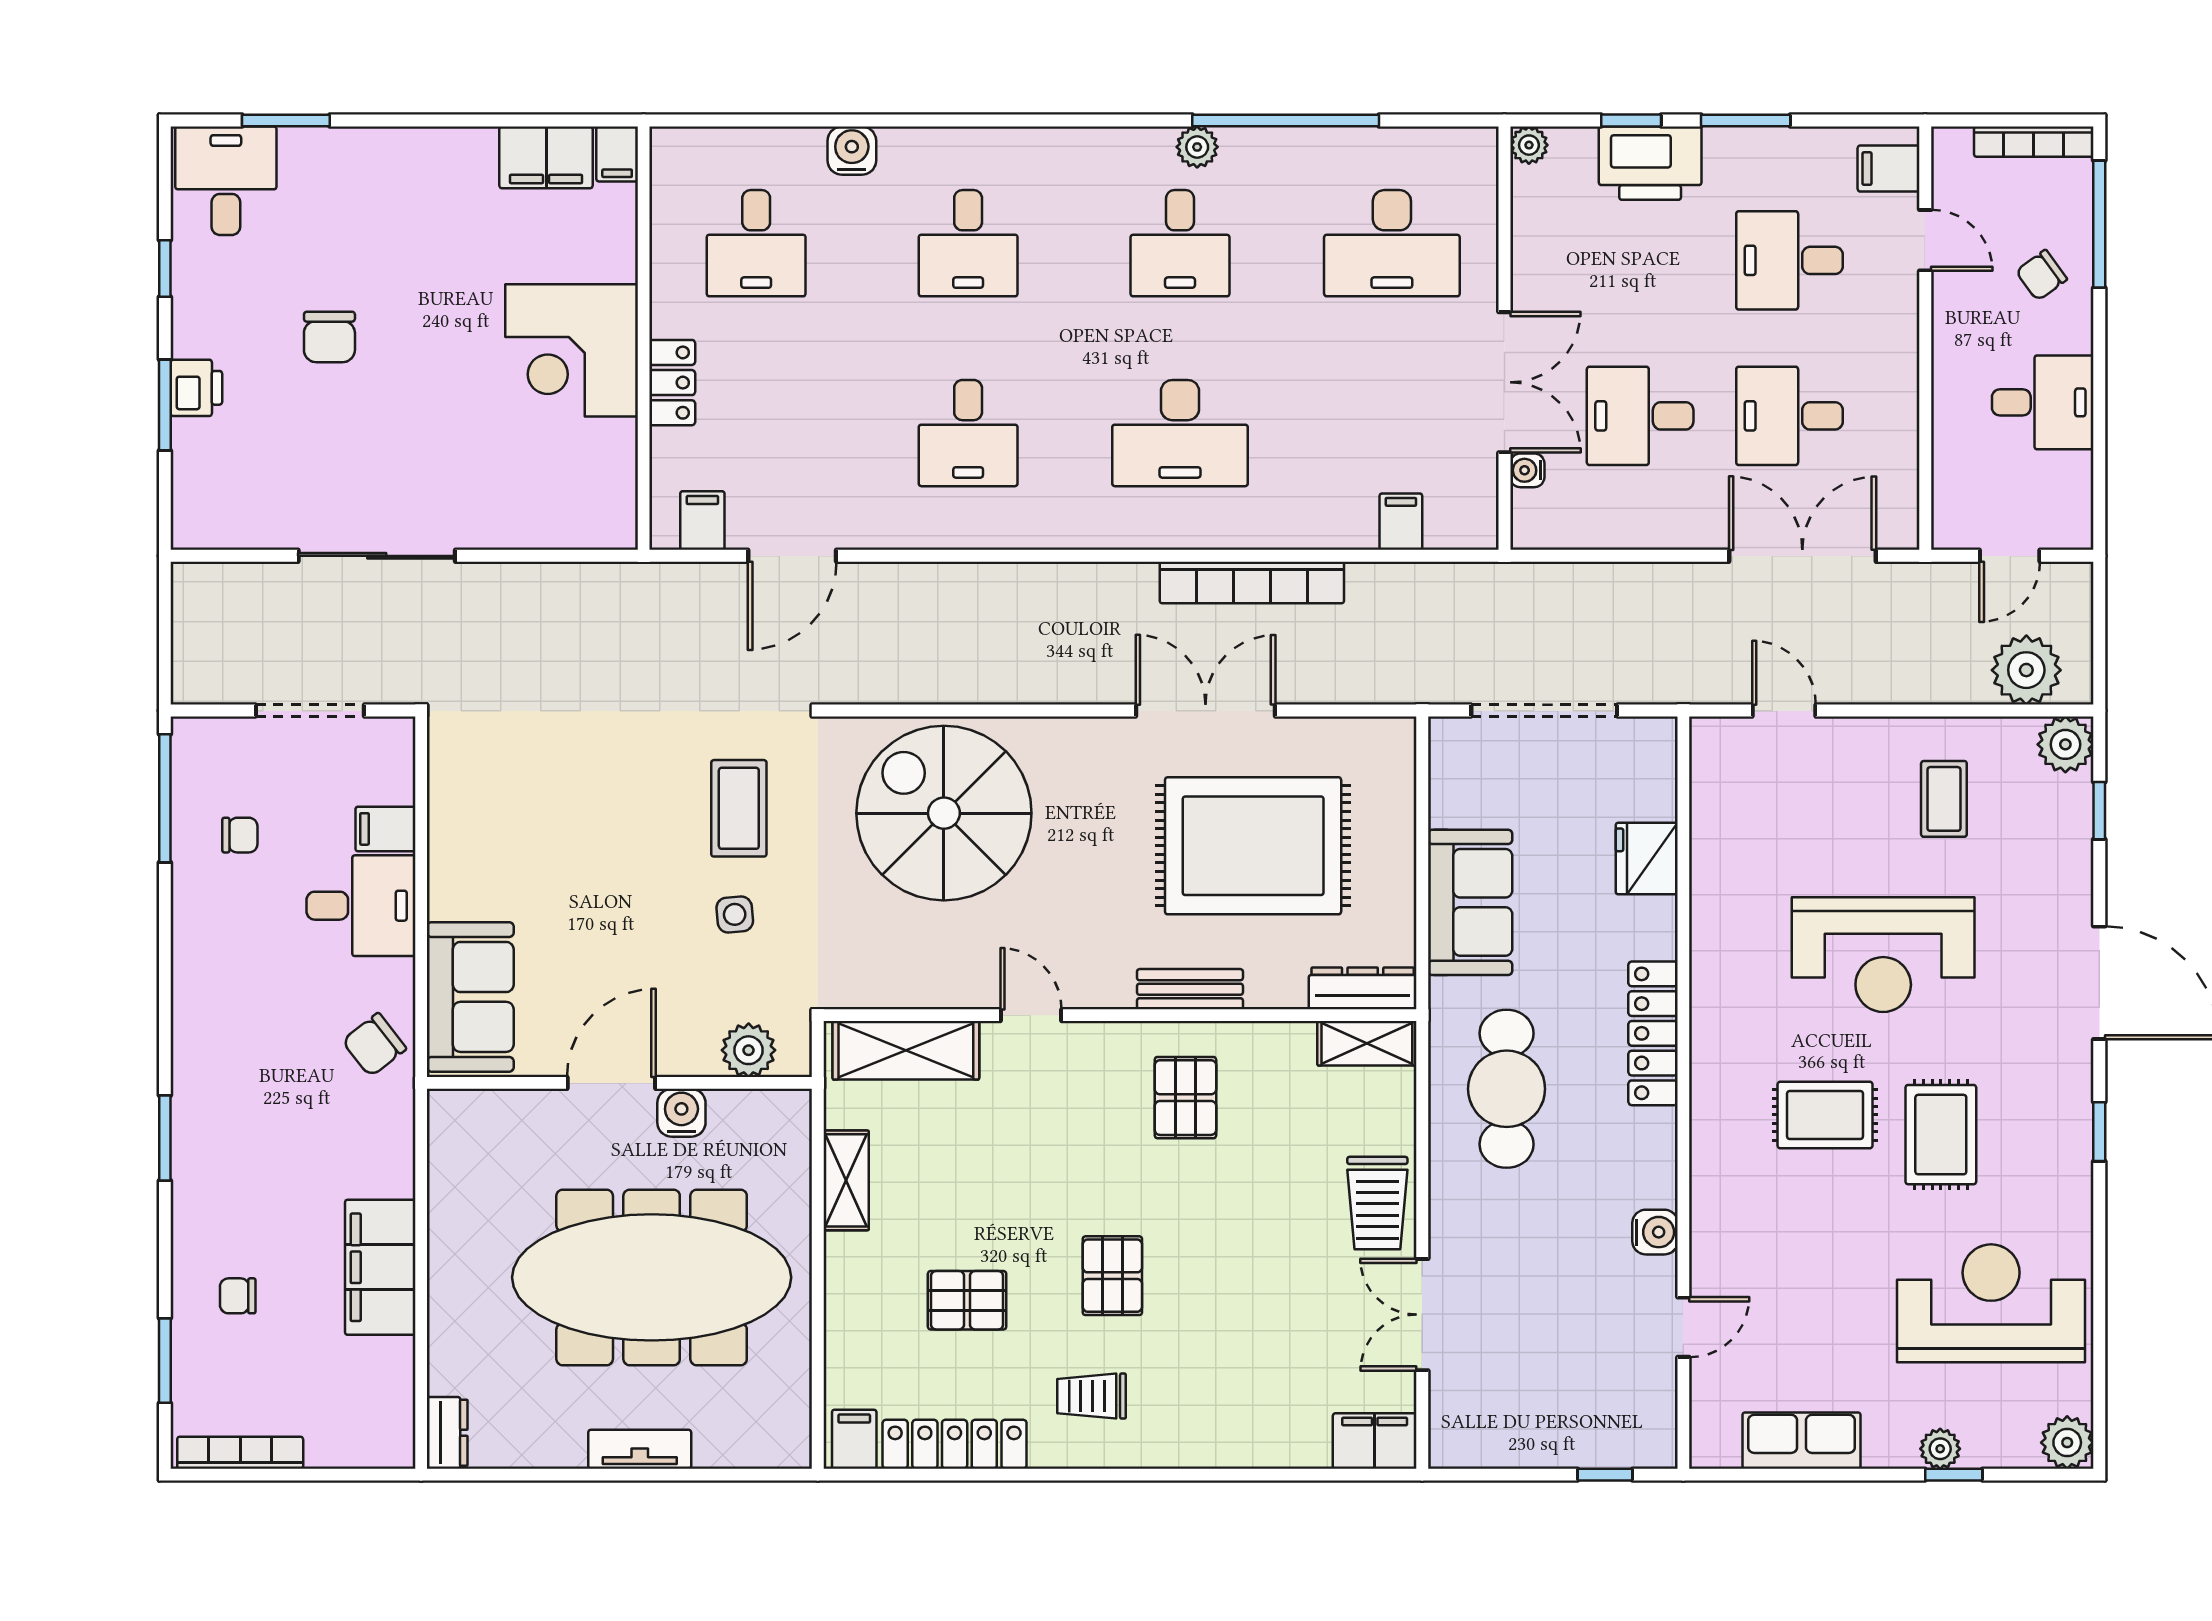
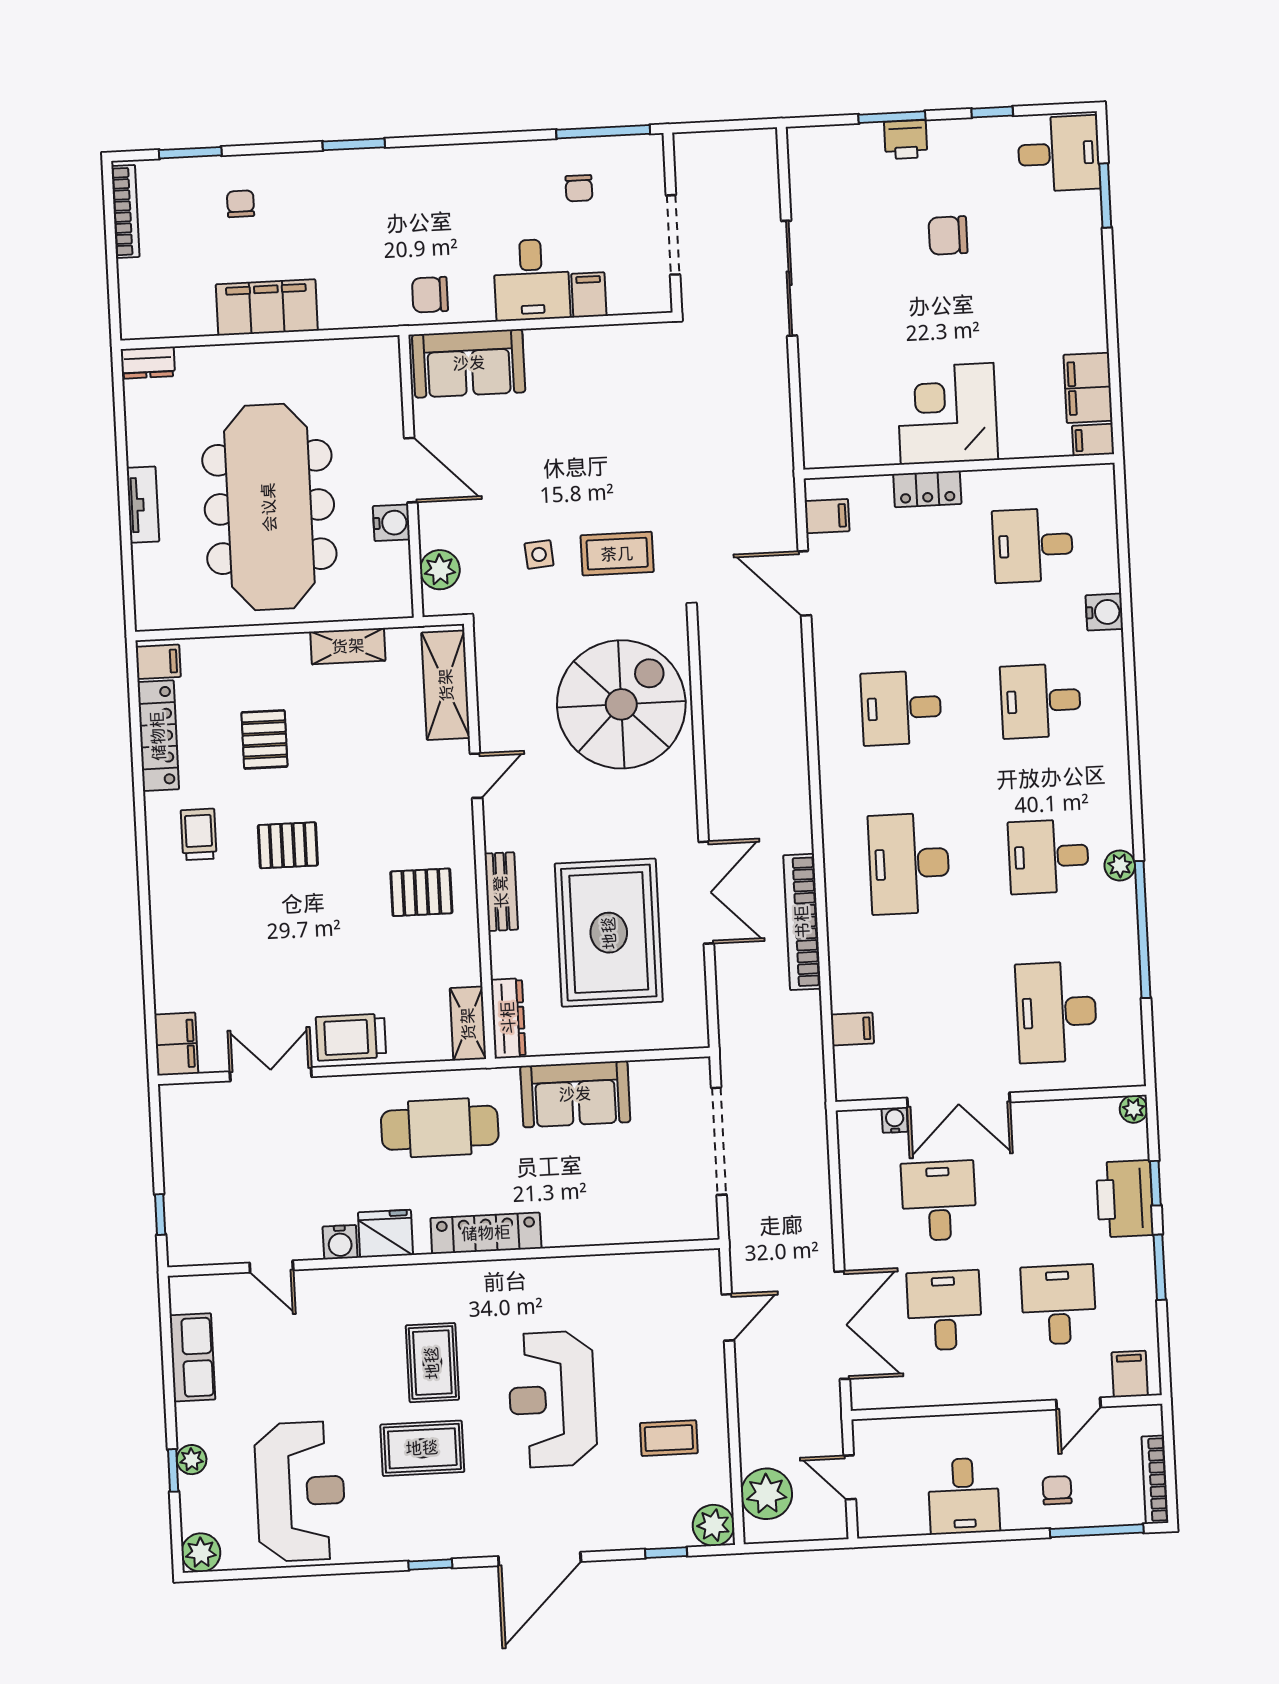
chair: (2041, 275) -> (1057, 1490), turned 36
fridge: (1647, 859) -> (385, 1234), moved
chair: (374, 1045) -> (430, 295), turned -52

